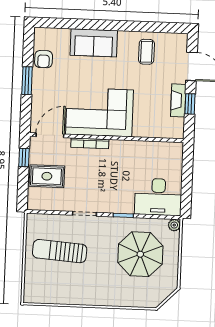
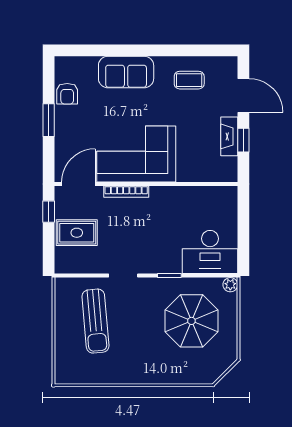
coffee table: (146, 52) -> (189, 80), turned 90
sun lounger: (60, 251) -> (95, 321), turned -99

